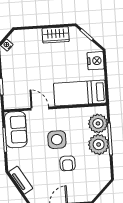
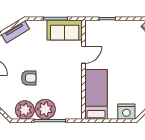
plant: (98, 123) -> (25, 110), moved
side table: (57, 140) -> (53, 69), removed
armchair: (67, 163) -> (29, 78), turned 180

